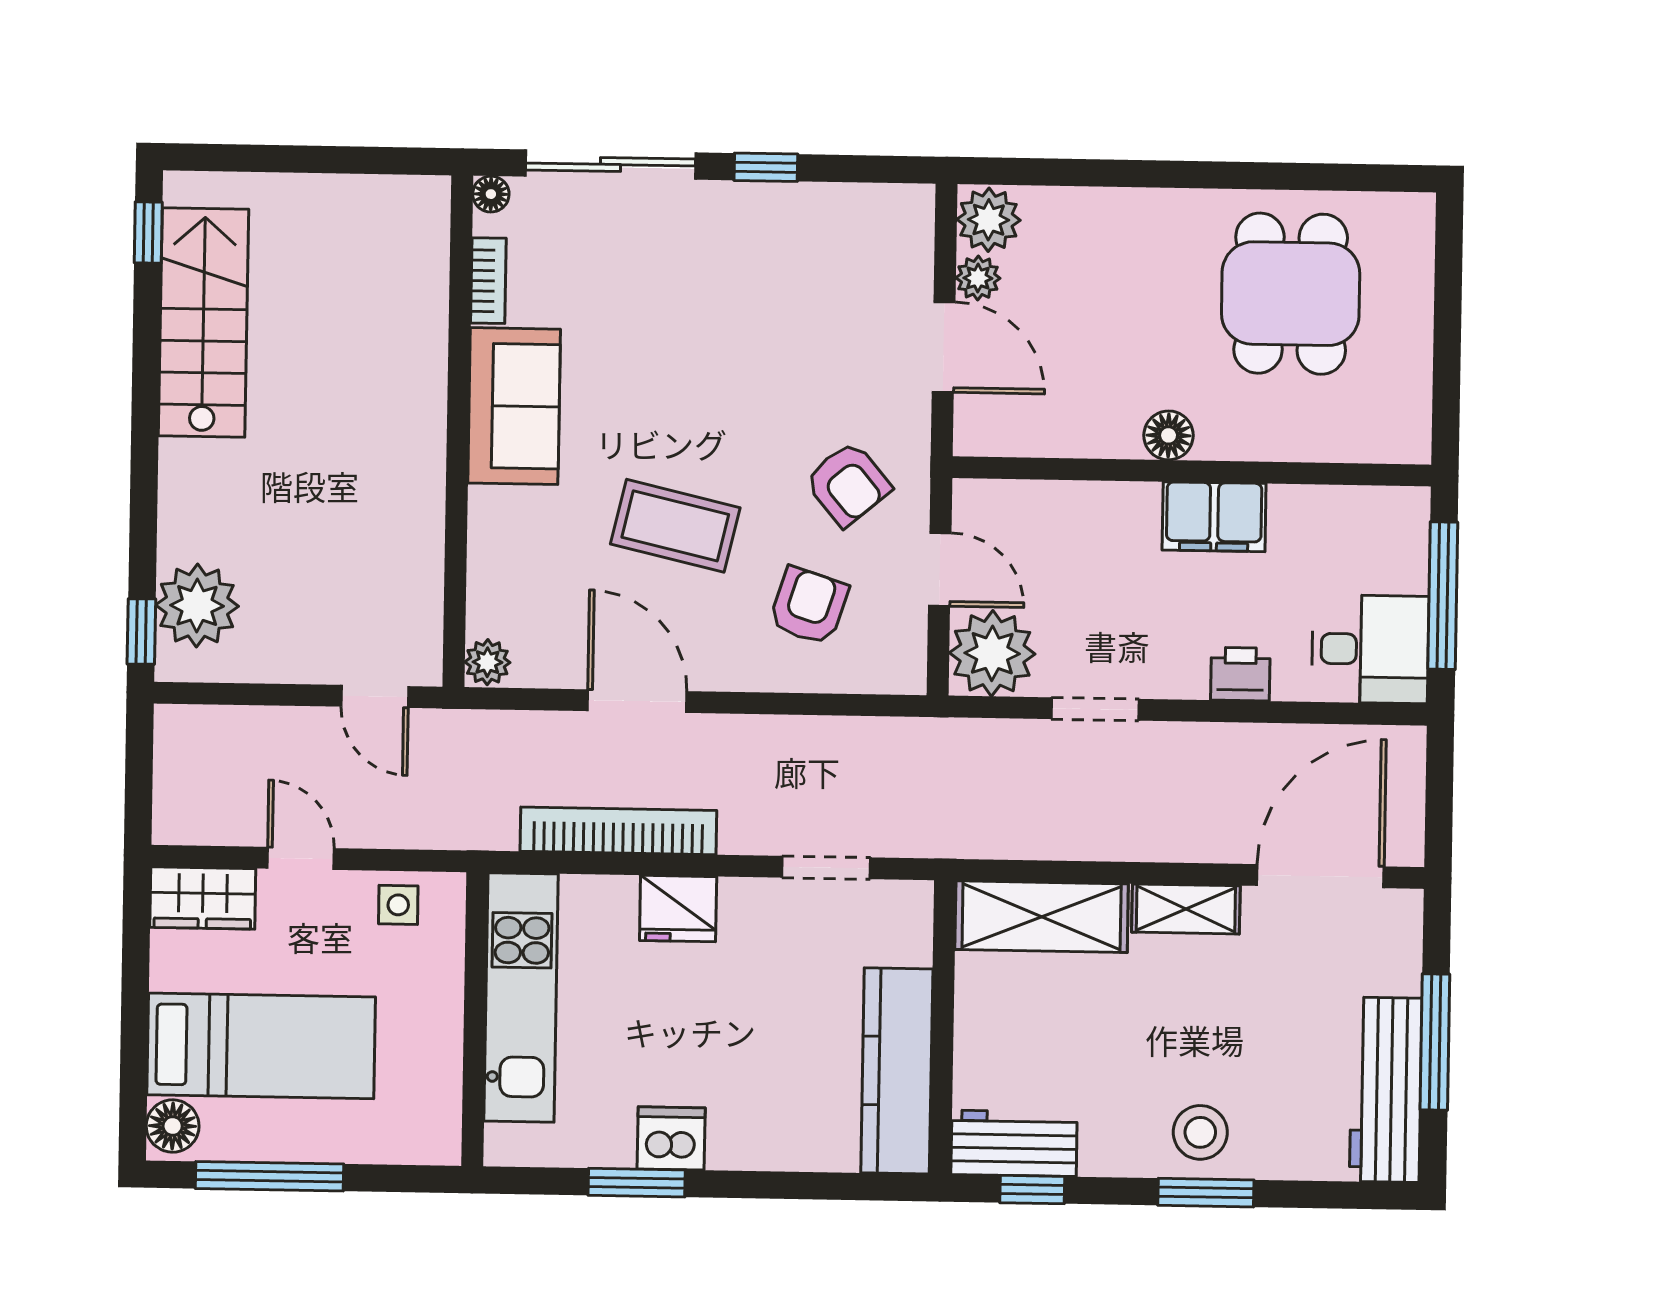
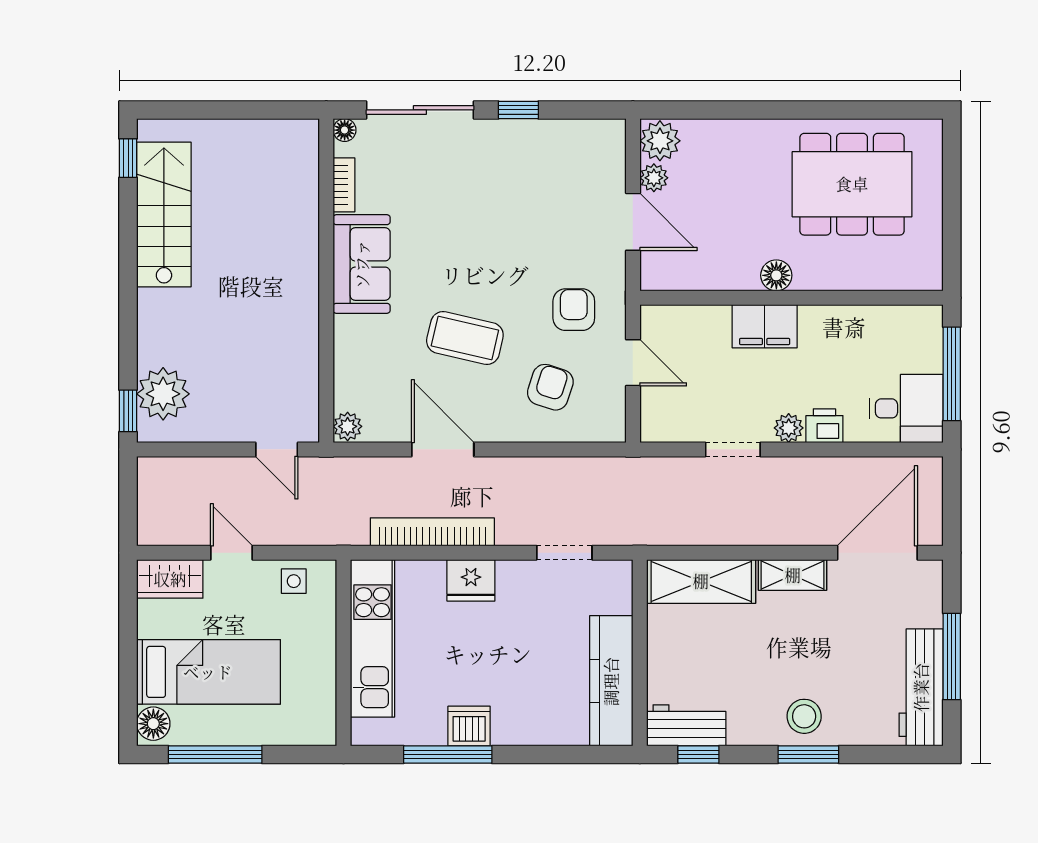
dining table: (1291, 294) -> (852, 184), width x1.38
armchair: (848, 484) -> (574, 310), turned -140
filing cabinet: (1214, 517) -> (765, 326), moved
plant: (992, 653) -> (789, 428), moved, width x0.53, depth x0.53
window: (637, 1183) -> (448, 754), width x1.44

